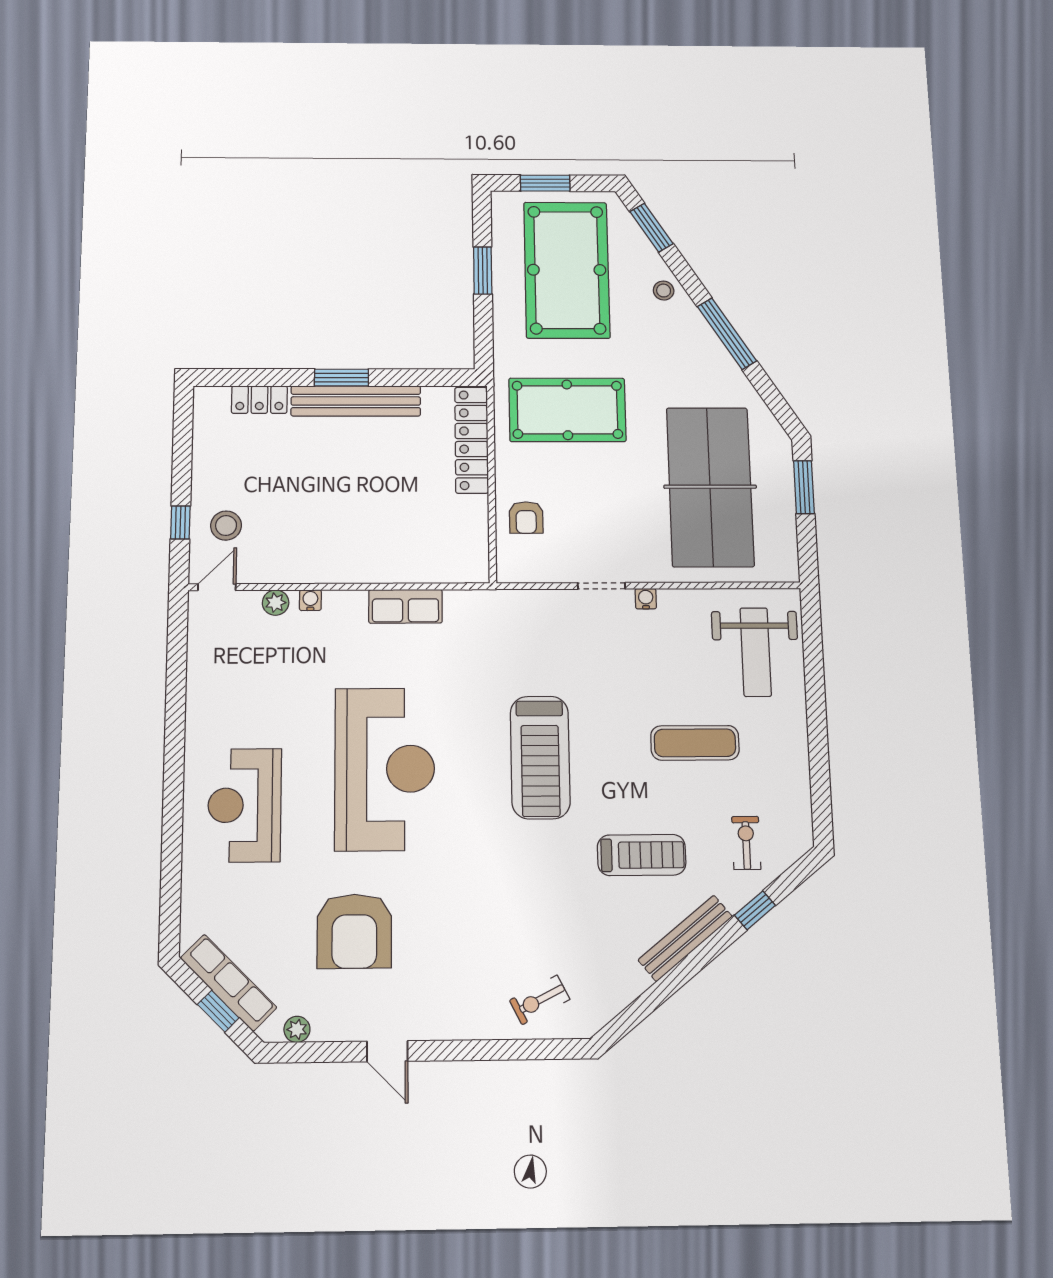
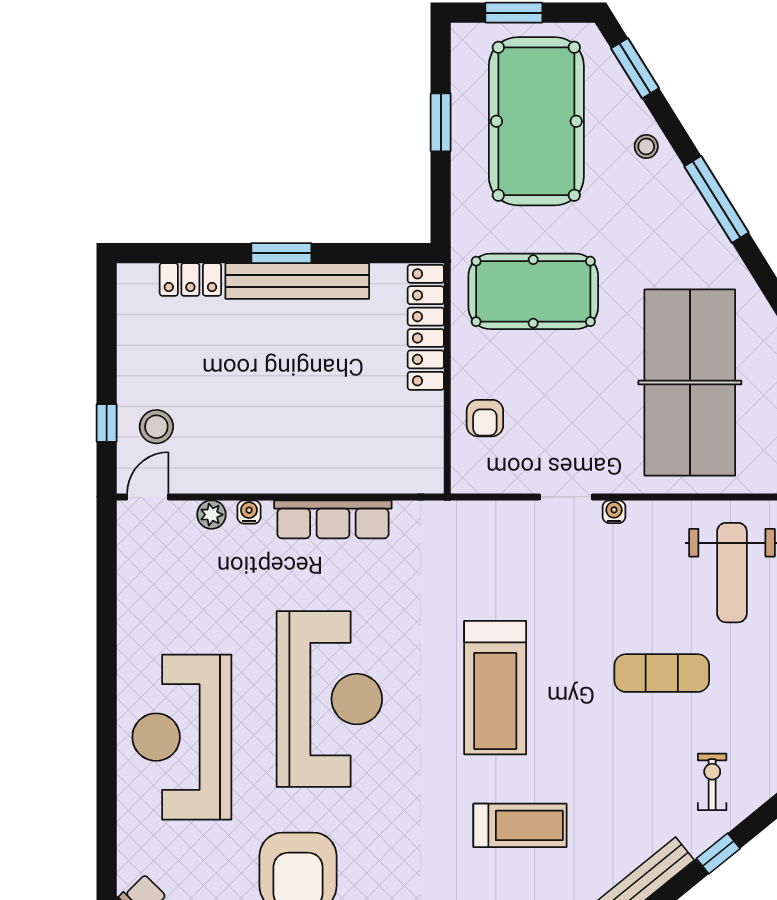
row of seats: (405, 606) -> (333, 519), width x1.48
reception desk: (245, 805) -> (182, 737), width x1.36, depth x1.30
treadmill: (642, 855) -> (520, 825), moved

